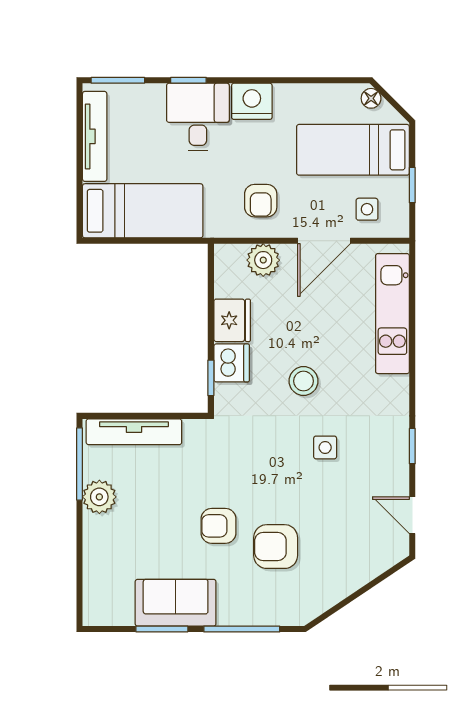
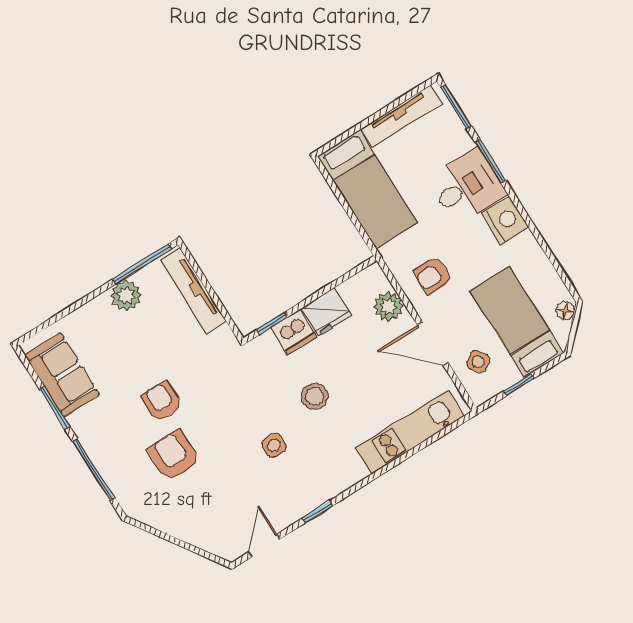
window: (188, 80) -> (490, 161), width x1.50
side table: (367, 209) -> (478, 362), turned -35
sofa: (176, 603) -> (62, 375), moved

